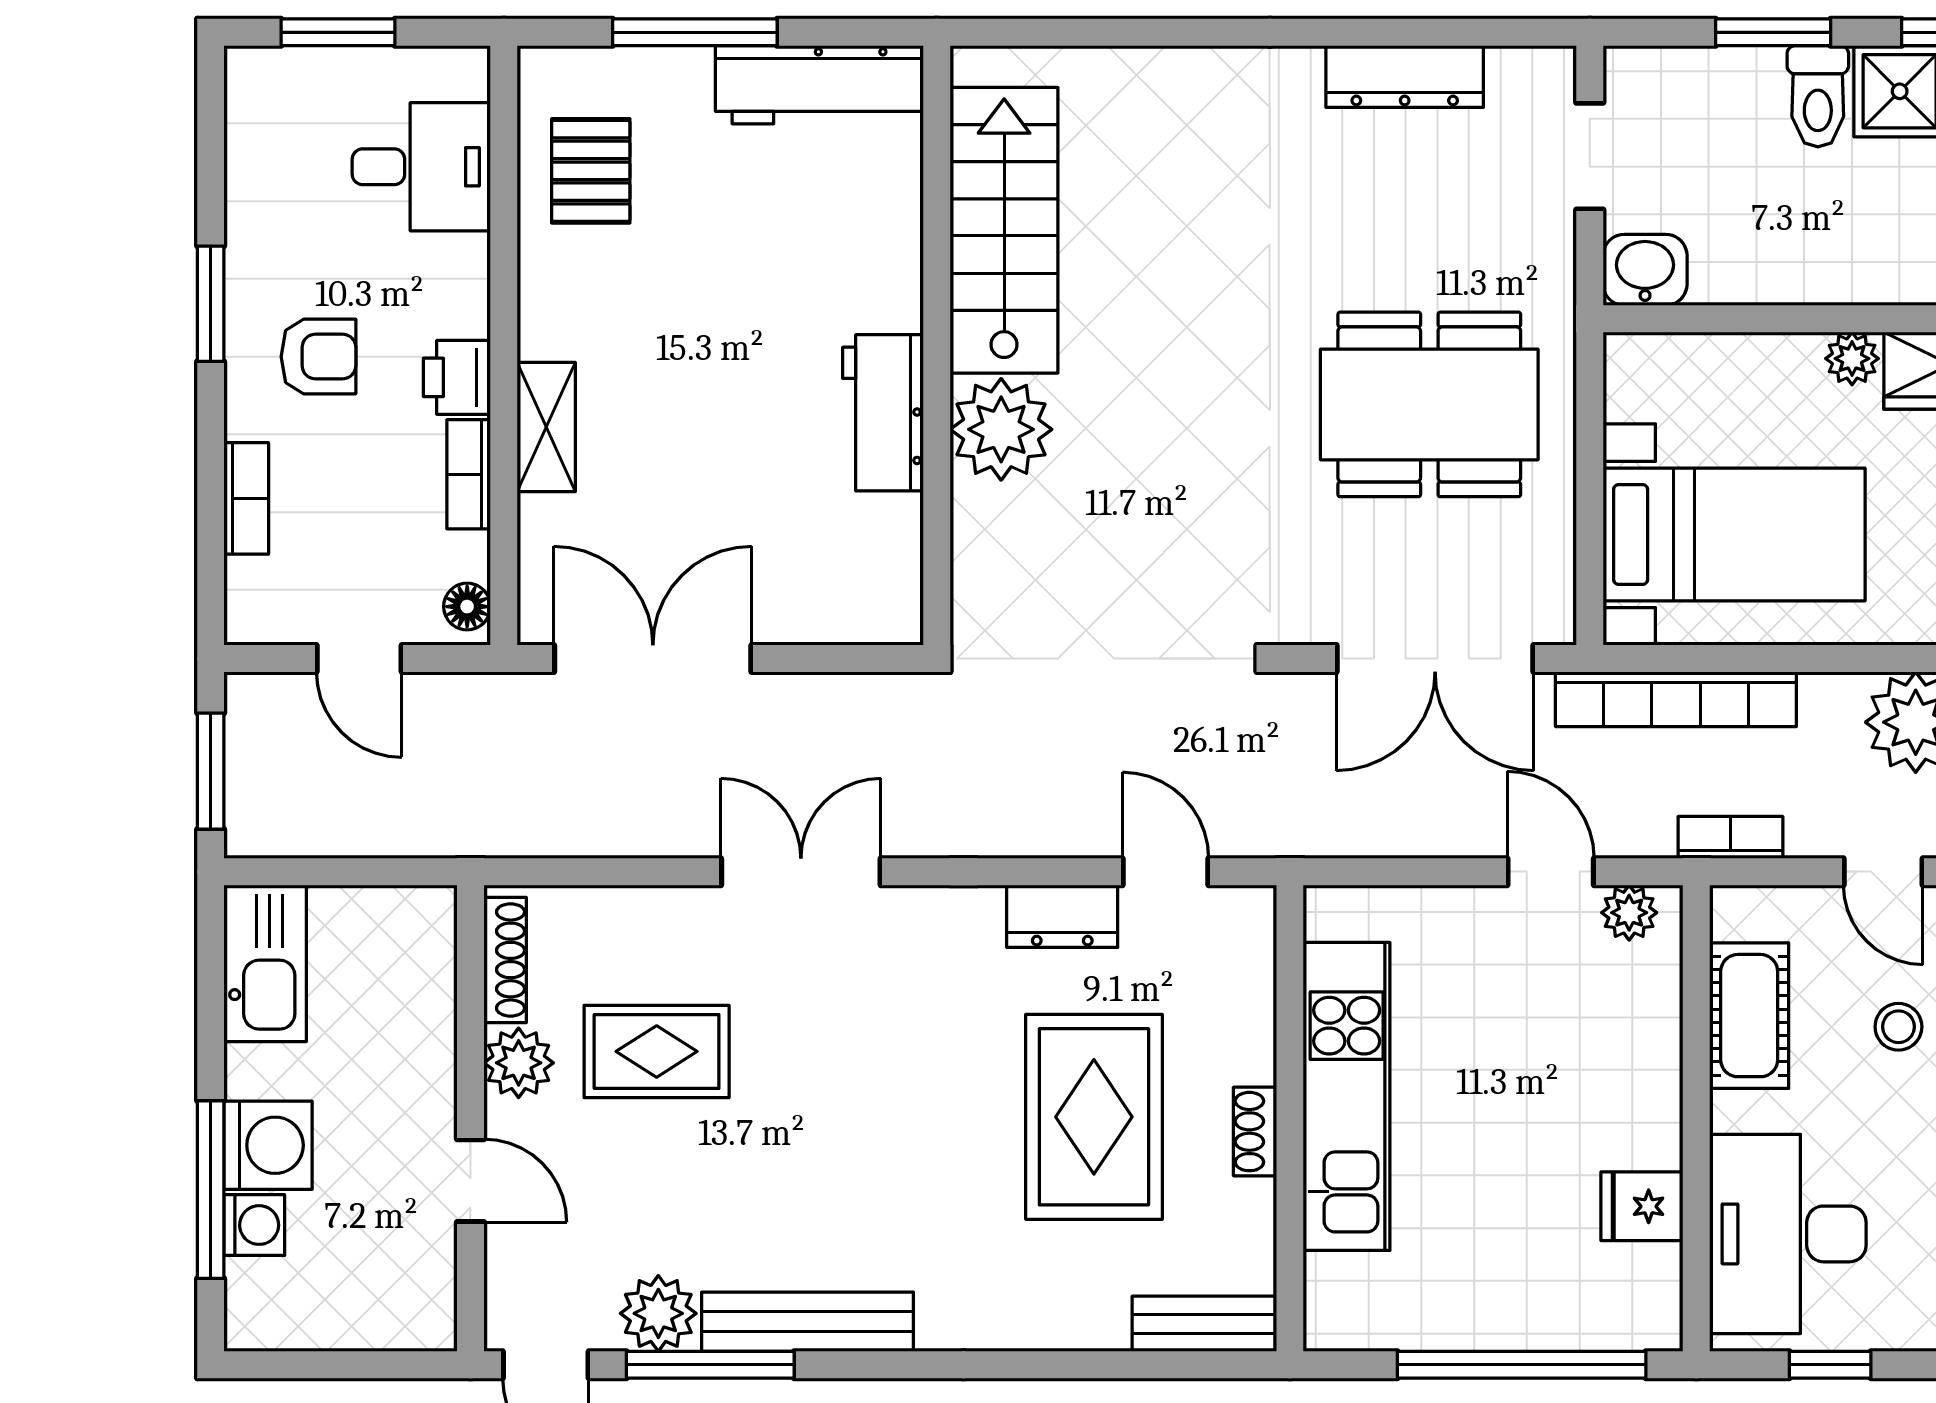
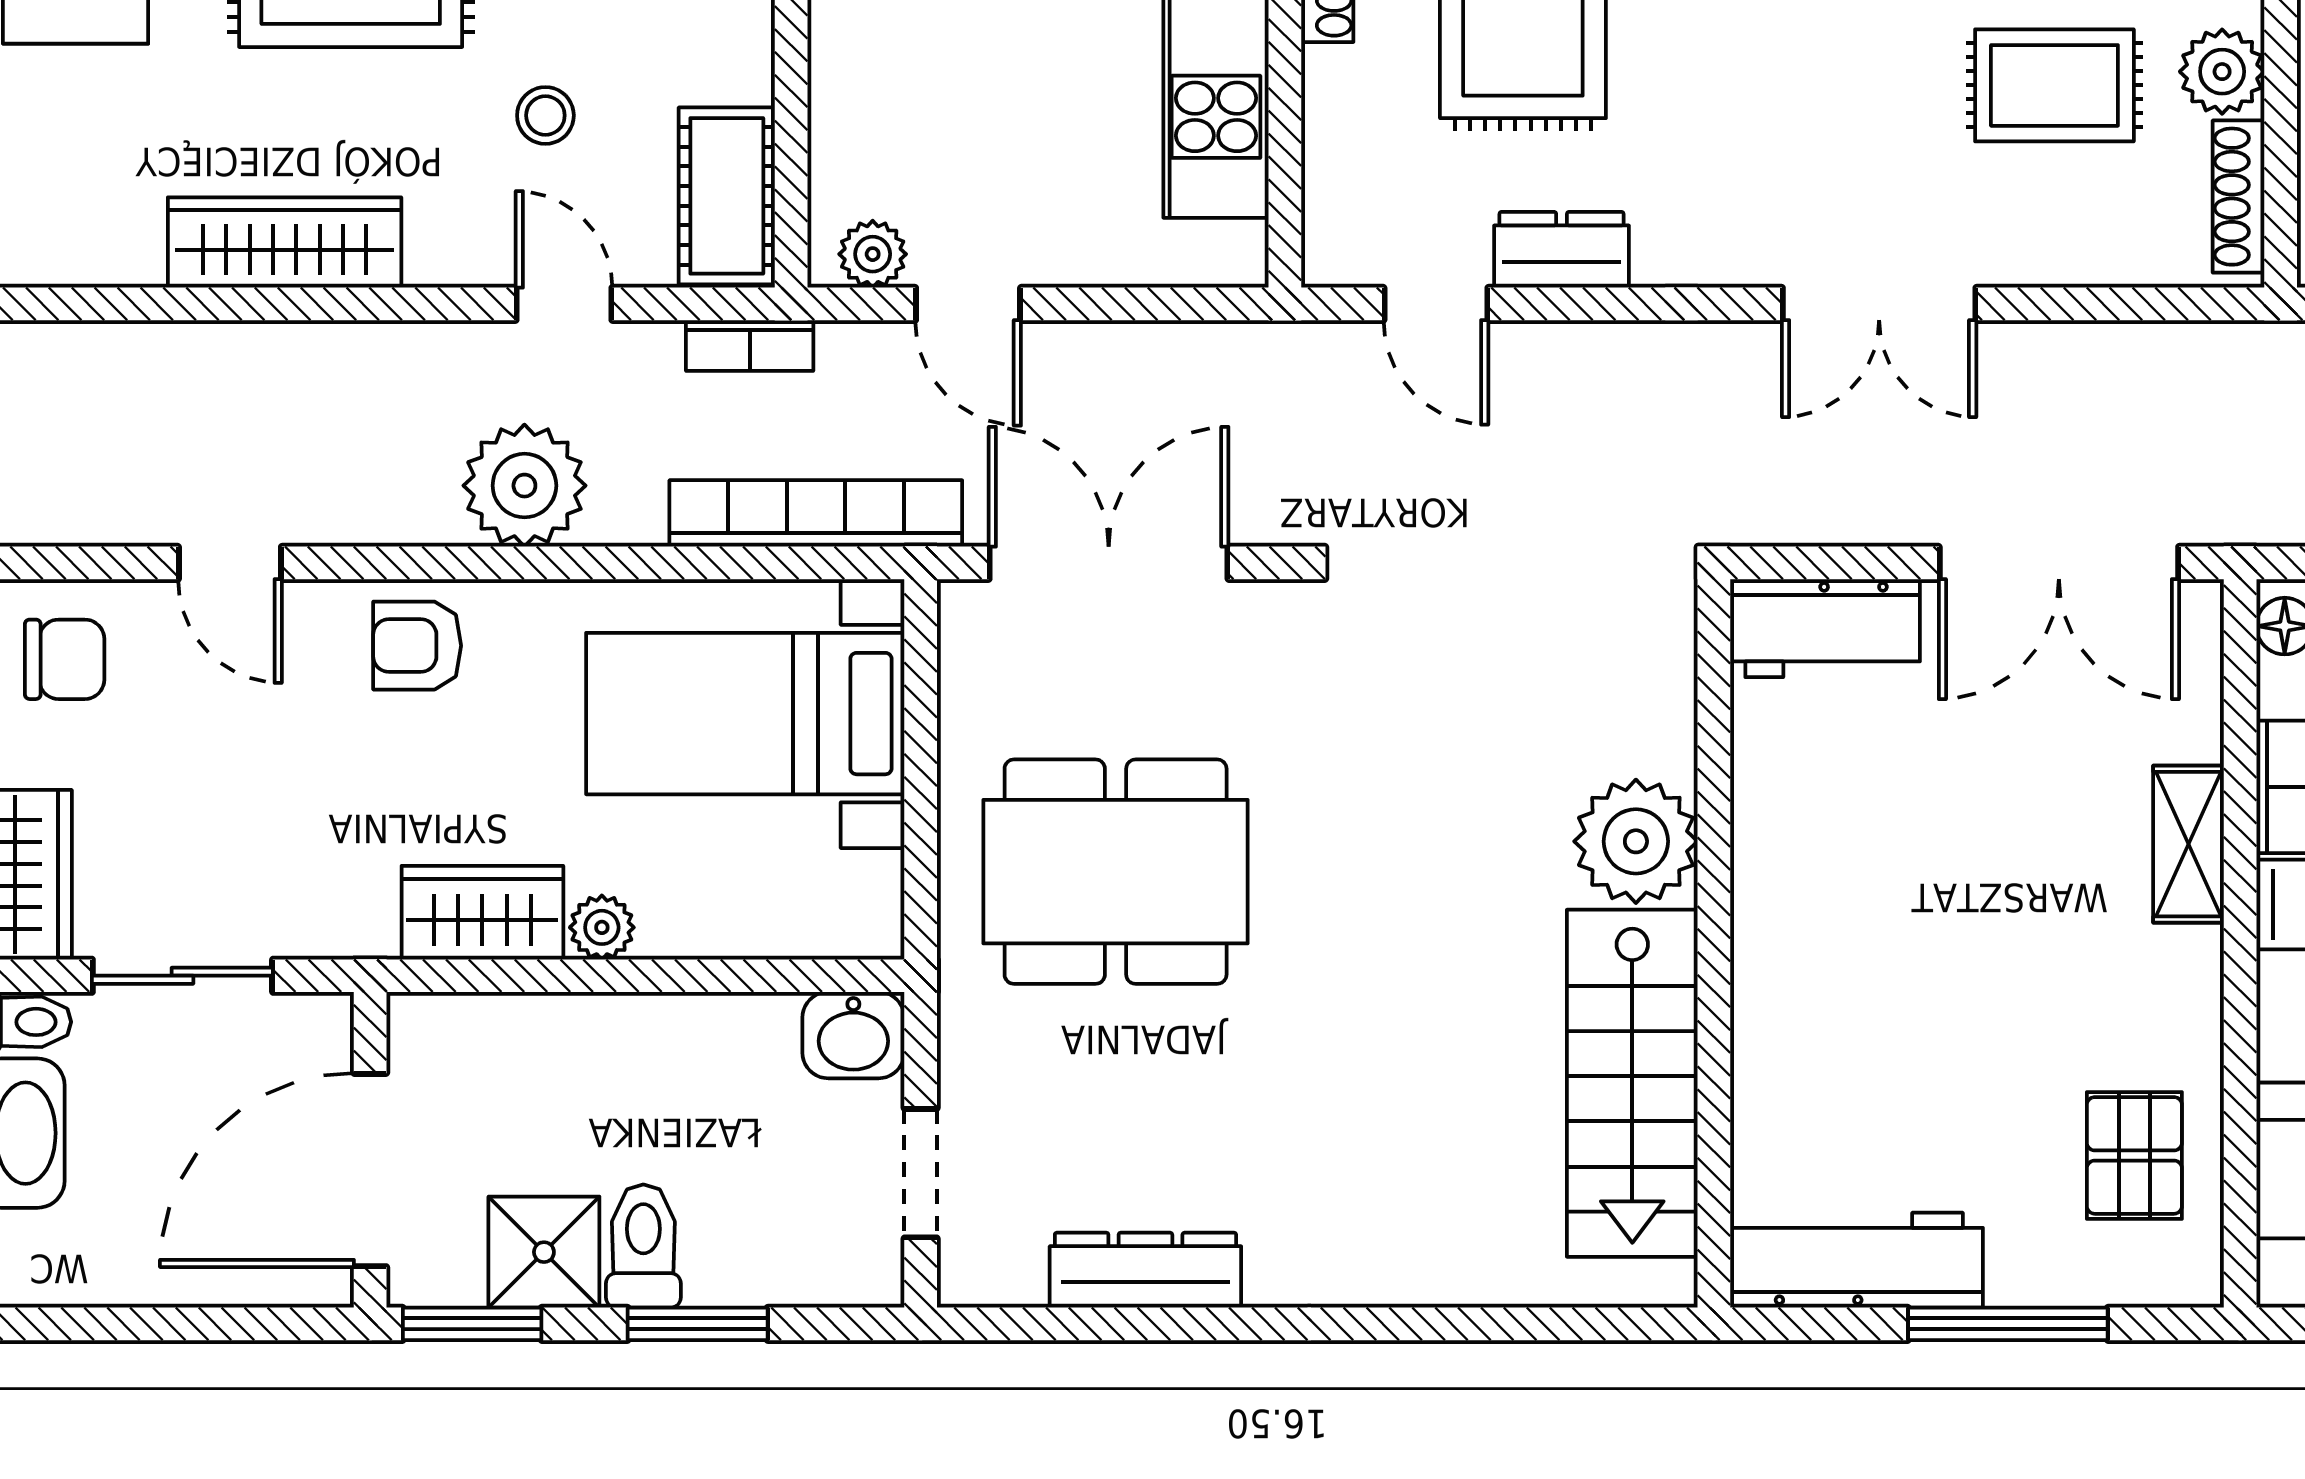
workbench: (883, 413) -> (1825, 628), moved, turned 90
cot: (1749, 1016) -> (727, 196), moved

